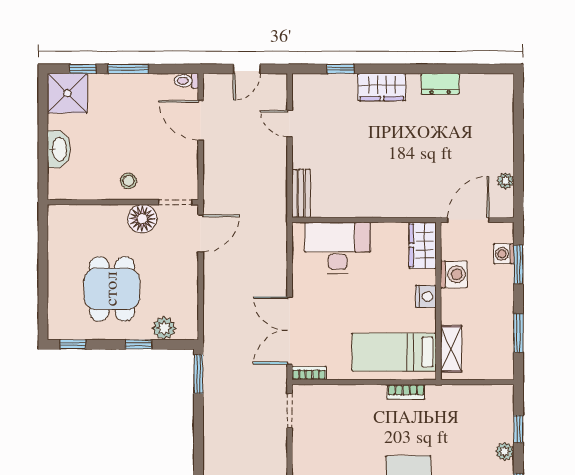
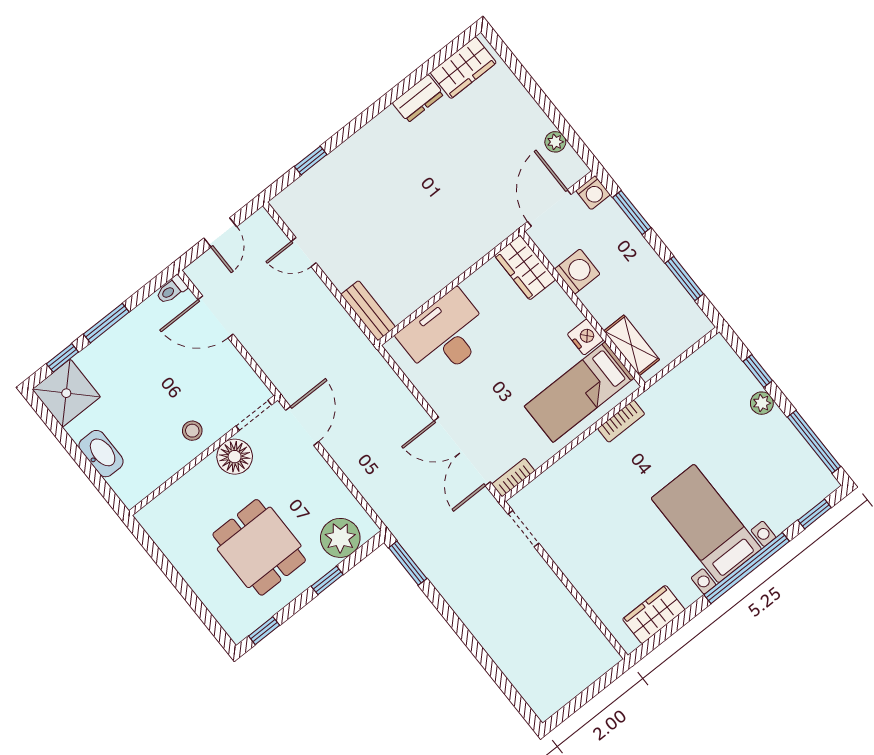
wardrobe: (382, 87) -> (463, 68), moved
washing machine: (504, 254) -> (593, 193), moved, turned -90
nightstand: (426, 296) -> (585, 337), moved
plant: (164, 328) -> (340, 538), width x1.36, depth x1.36

